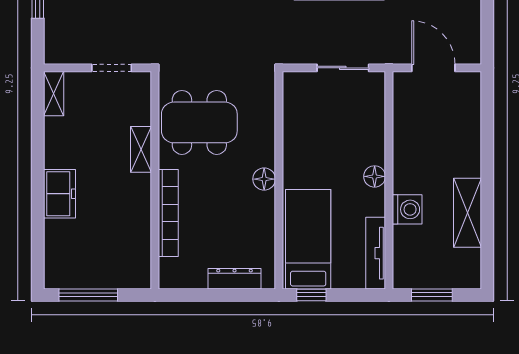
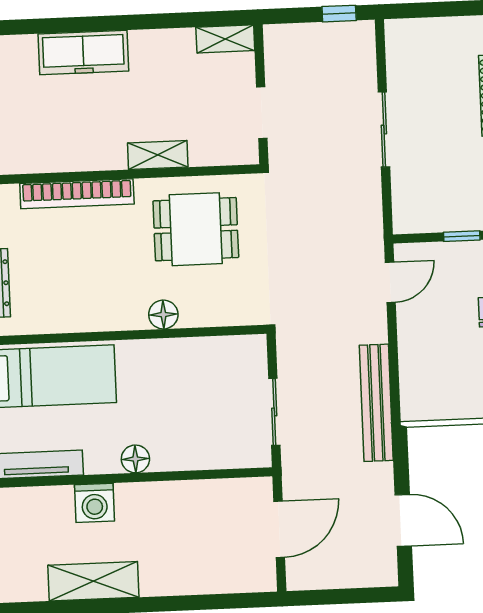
dining table: (199, 122) -> (196, 229), width x0.73
floor lamp: (264, 179) -> (163, 315), moved
freezer: (59, 194) -> (83, 53), width x1.40

